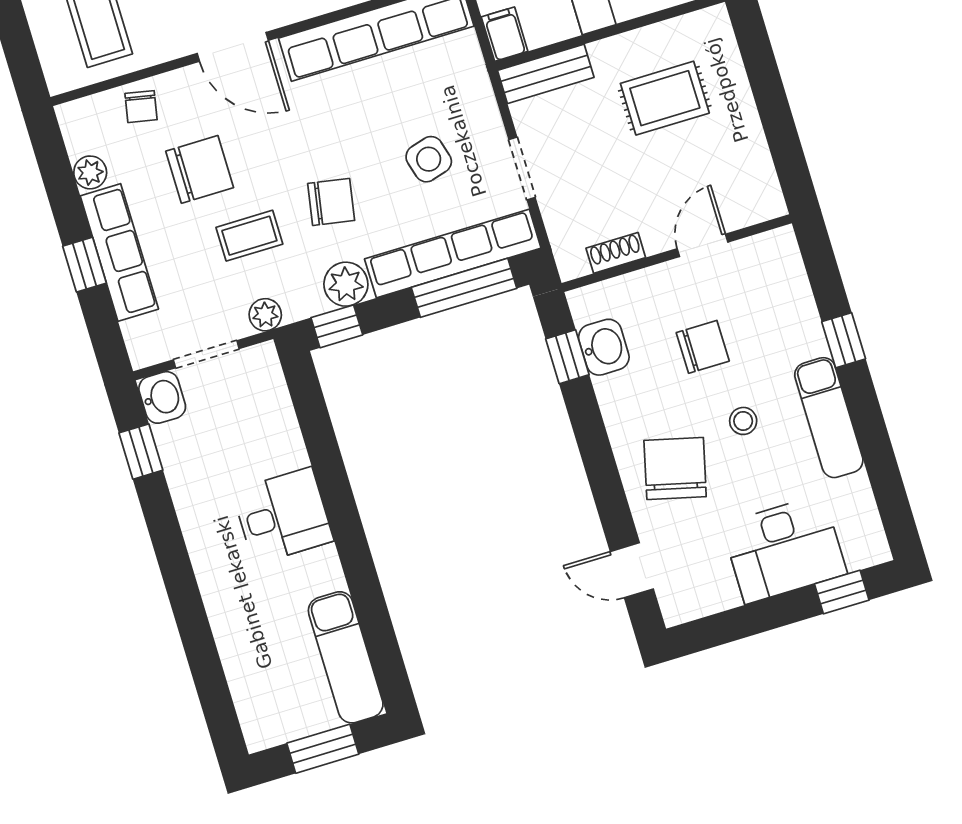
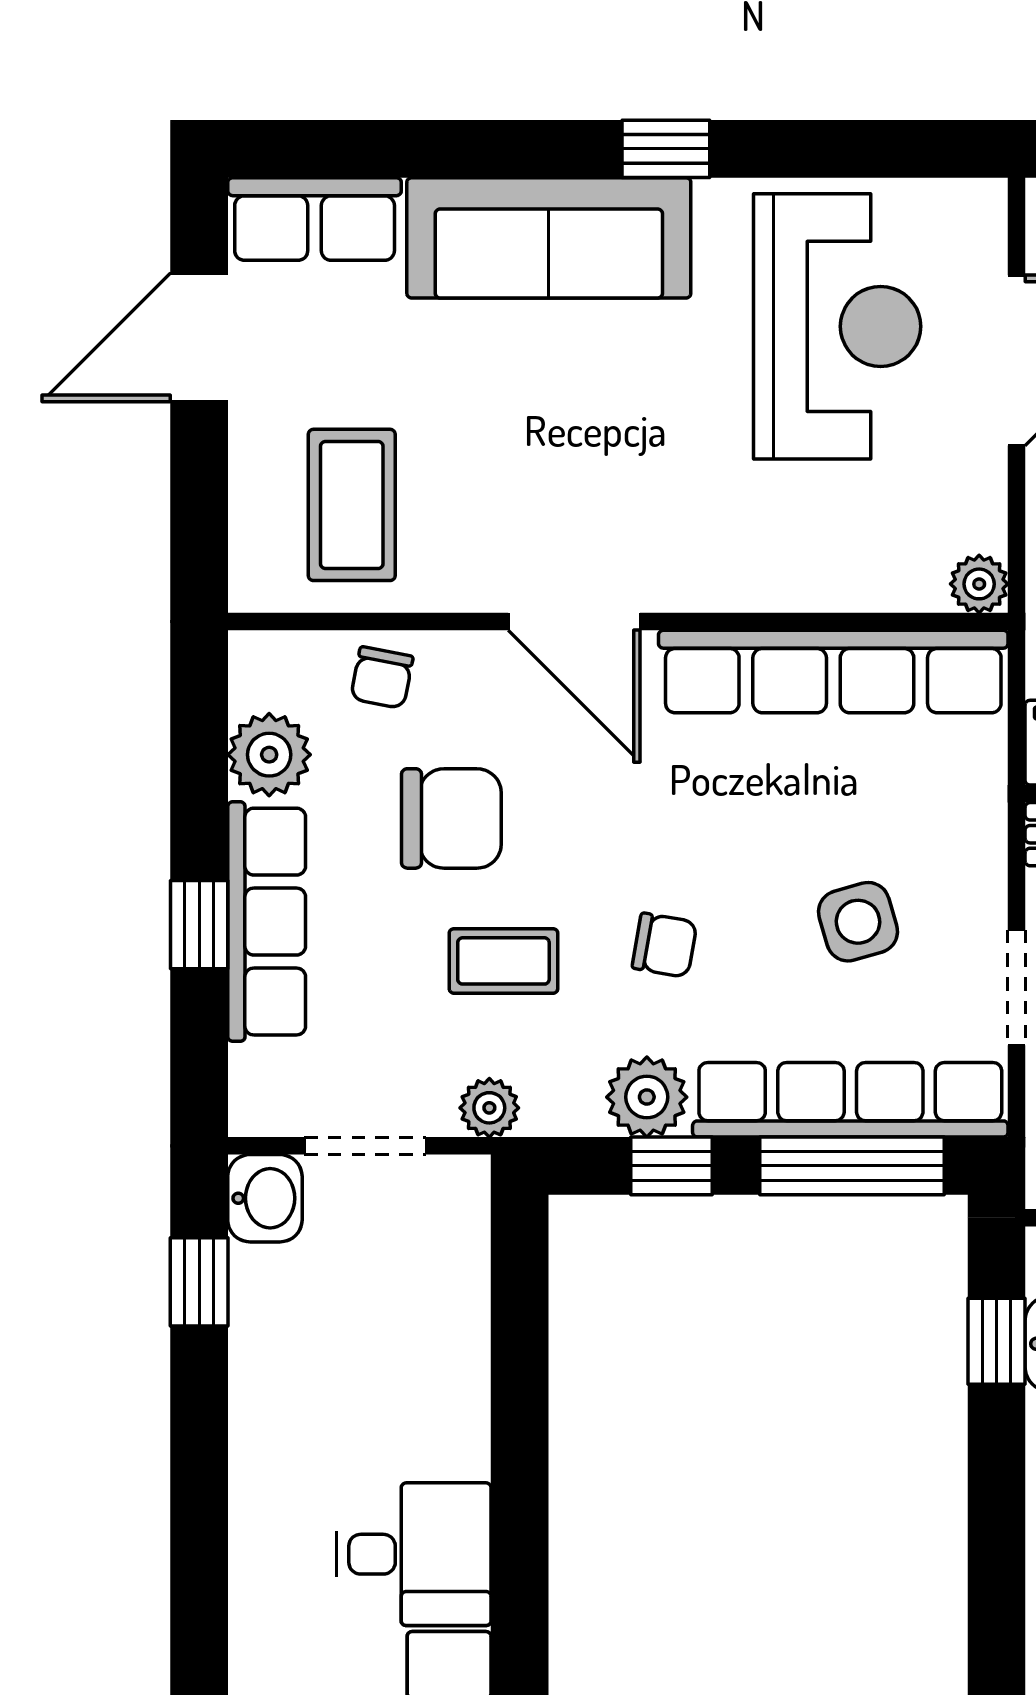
plant: (90, 172) -> (269, 755), width x1.38, depth x1.38
chair: (331, 202) -> (665, 945), width x0.73, depth x0.73
window: (337, 326) -> (671, 1166), moved
desk: (283, 516) -> (414, 1554), moved

